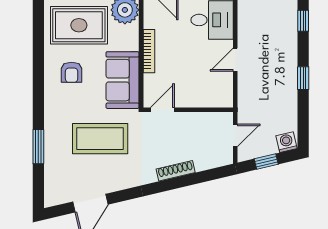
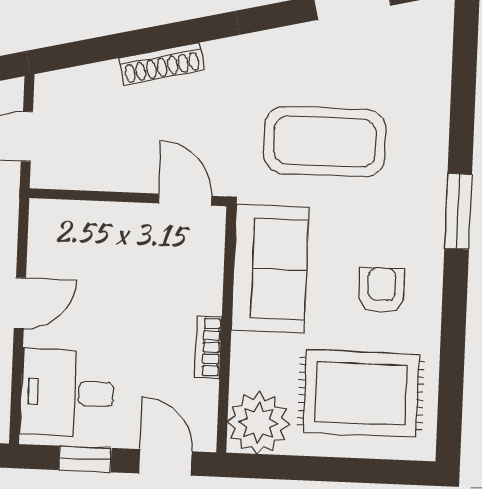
bookcase: (149, 51) -> (208, 347), width x0.64
door: (162, 110) -> (185, 200), swing flipped
window: (38, 147) -> (458, 211), moved

